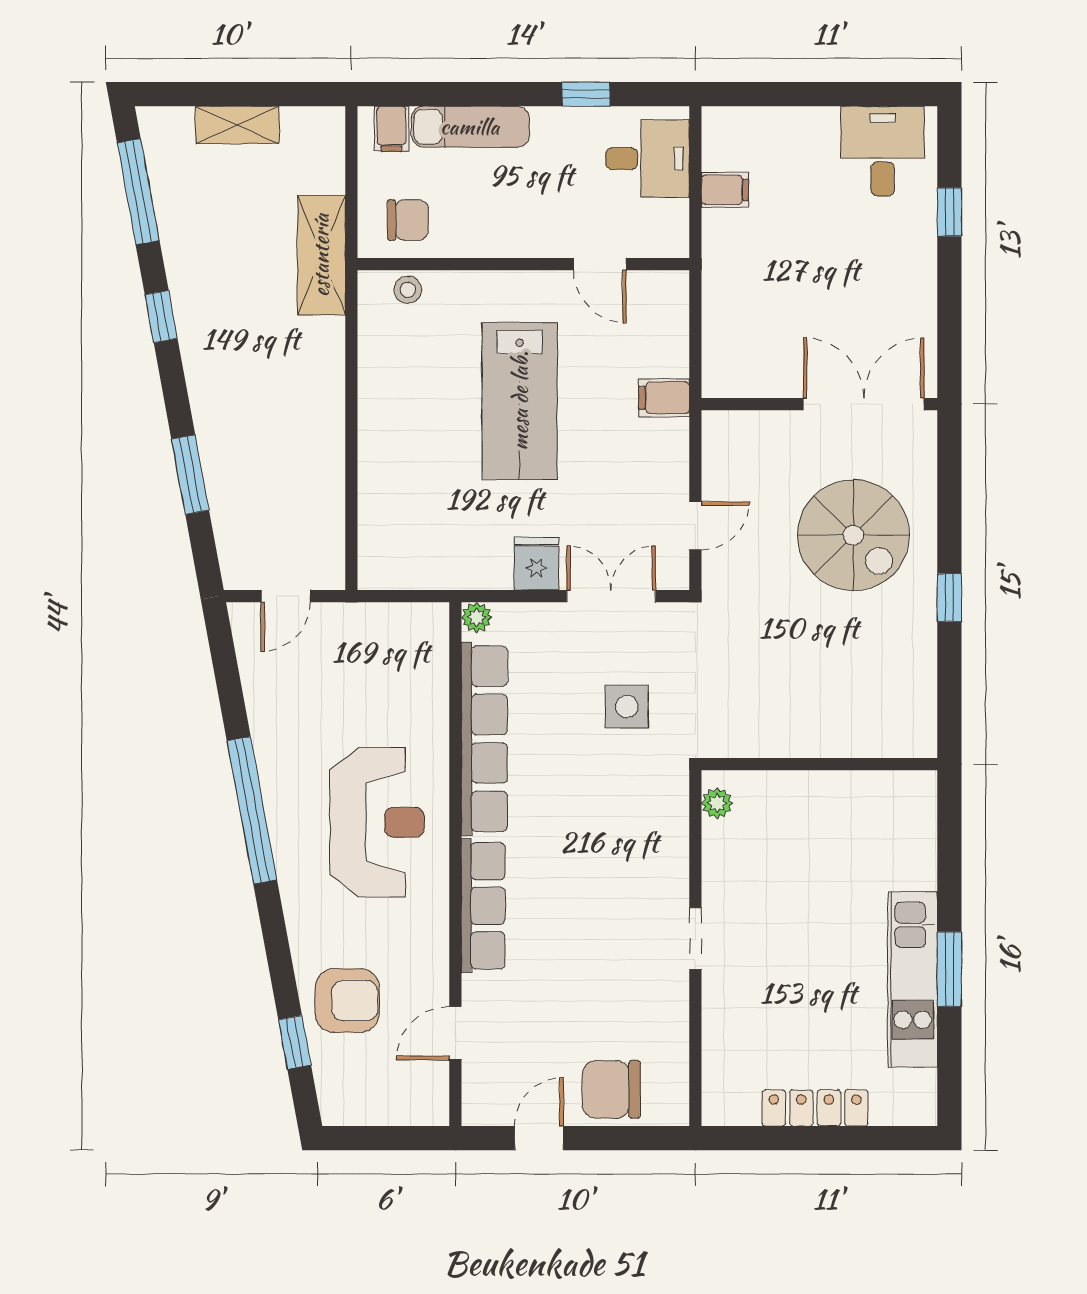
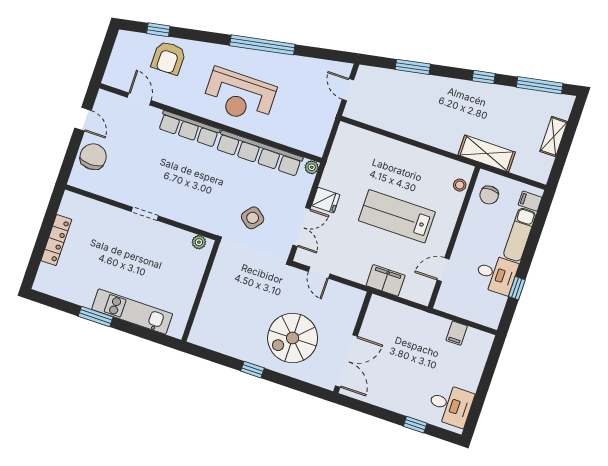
desk: (648, 158) -> (496, 274), moved, turned -90
filing cabinet: (664, 398) -> (386, 280), width x2.00
side table: (627, 707) -> (253, 218), turned 38
kitchen unit: (913, 979) -> (132, 312), moved

